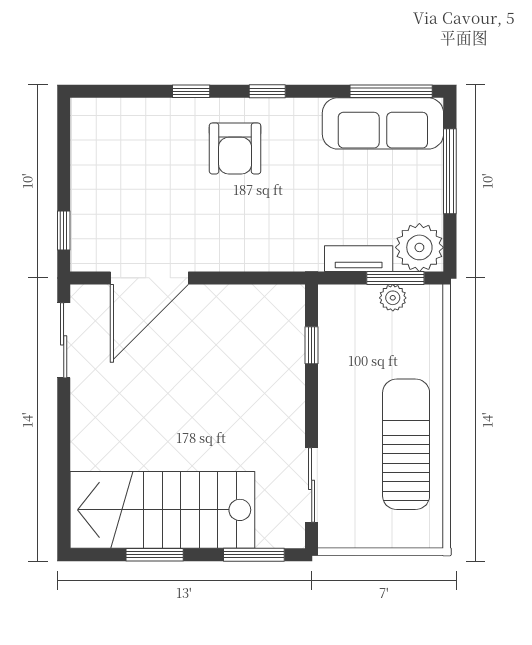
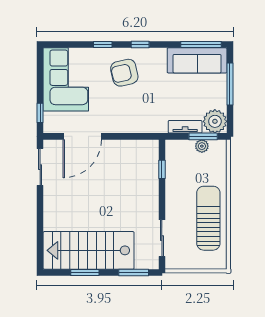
armchair: (235, 148) -> (124, 73), turned 77
corner sofa: (116, 162) -> (66, 79), added

